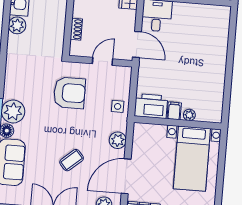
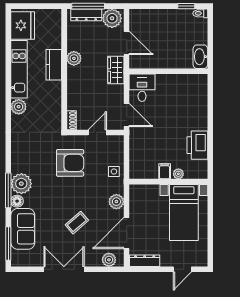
shoe rack: (76, 29) -> (71, 120), moved
printer: (151, 106) -> (197, 145), moved, turned -90

